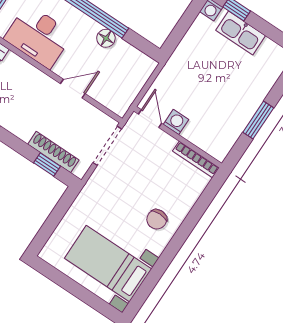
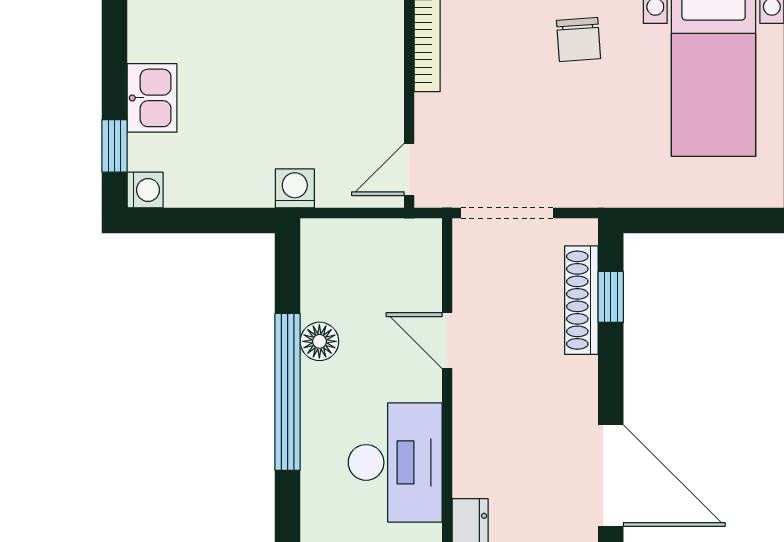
kitchen sink: (241, 33) -> (152, 98), width x0.73
washing machine: (176, 122) -> (295, 188), moved, turned 90
chair: (157, 219) -> (578, 40), turned 86

